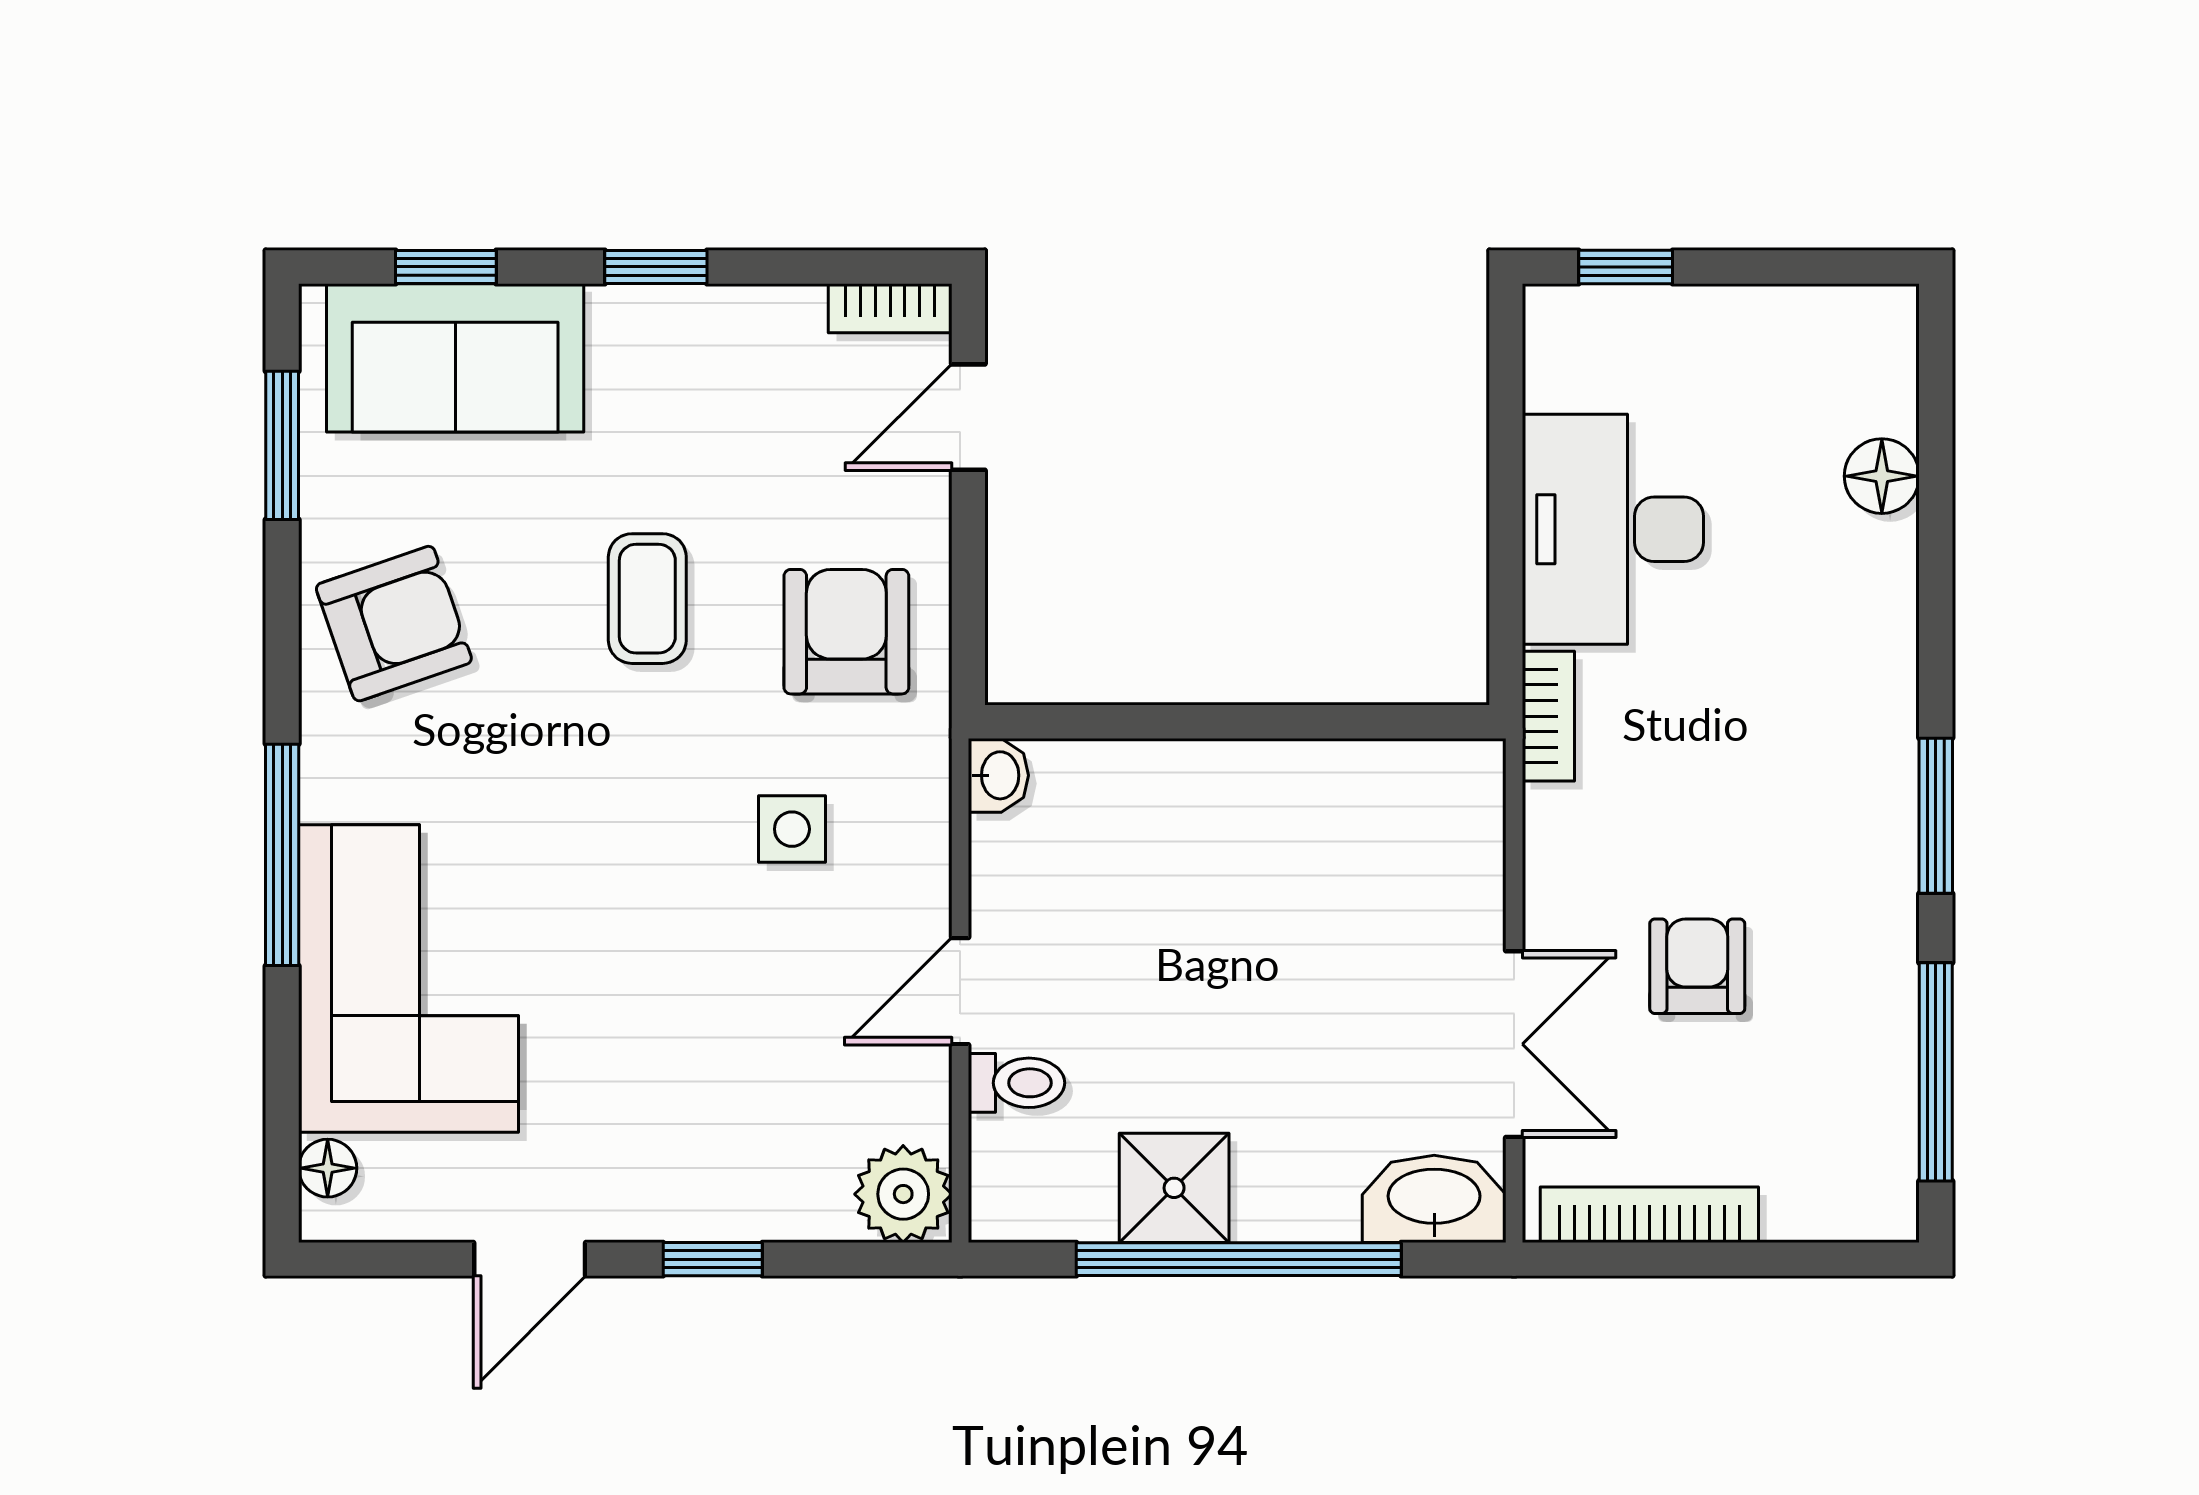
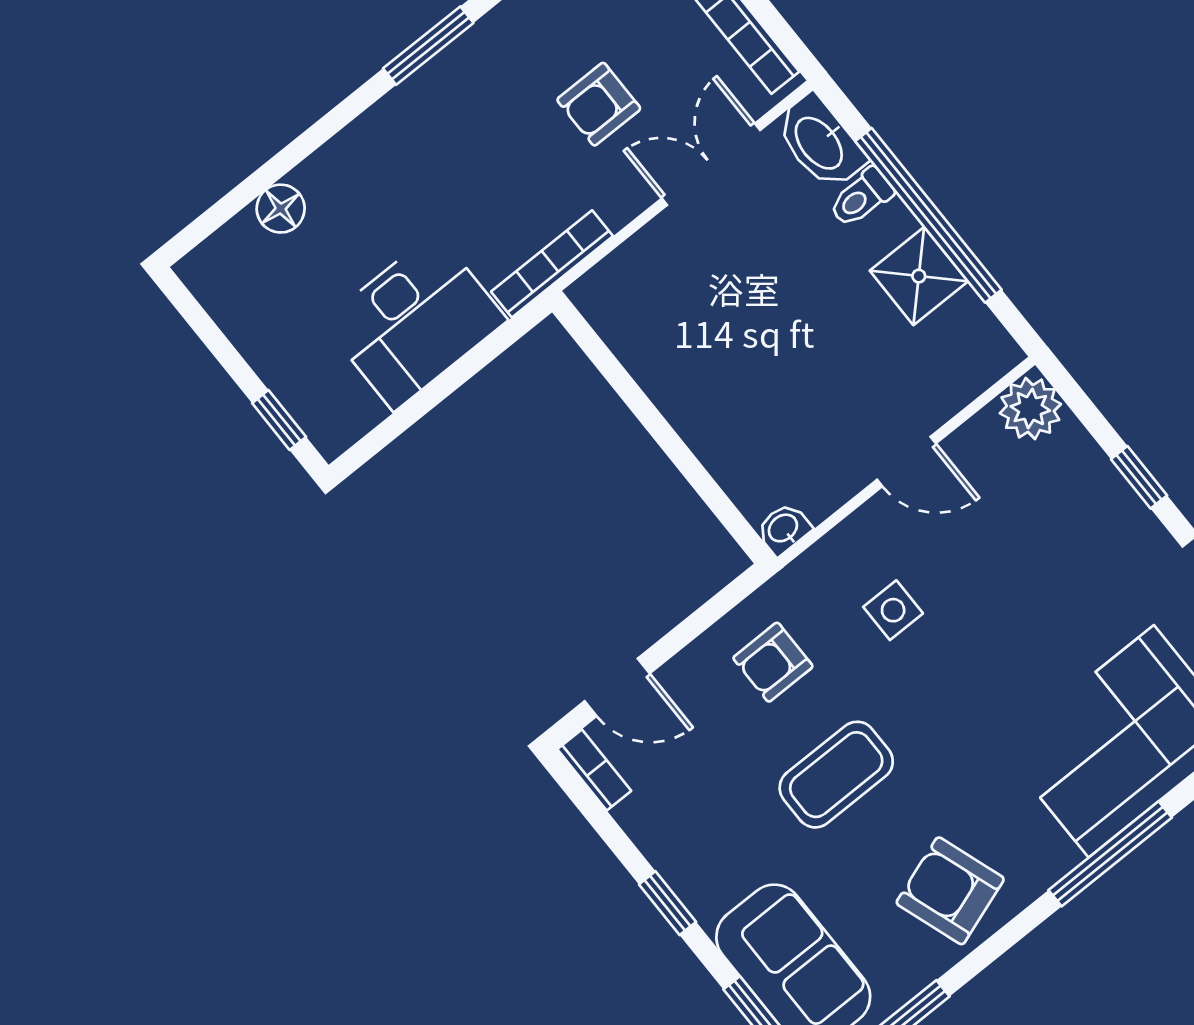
coffee table: (647, 599) -> (836, 775), width x1.36, depth x1.30
armchair: (846, 632) -> (773, 662), width x0.72, depth x0.72
bookcase: (1548, 716) -> (552, 264), width x1.56
toilet: (1016, 1083) -> (861, 198), moved, turned -90

